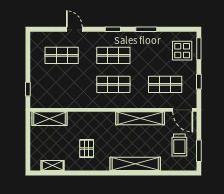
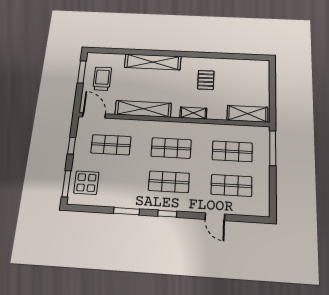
shop shelf: (62, 84) -> (232, 151), added
window: (28, 89) -> (273, 148), width x2.17
shelving: (53, 166) -> (193, 113), moved

